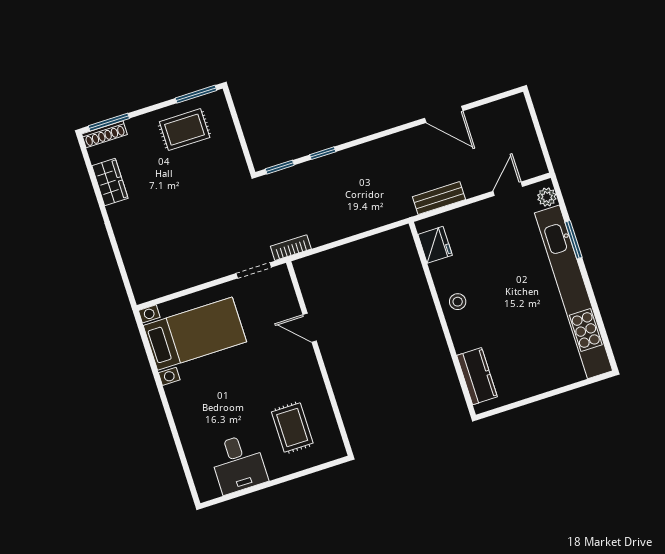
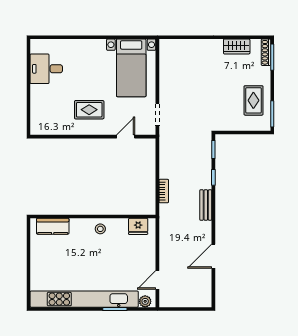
door: (508, 189) -> (157, 280), swing flipped
bench: (439, 198) -> (206, 205), moved
bookcase: (291, 248) -> (164, 191), moved
door: (310, 328) -> (126, 137), moved
rug: (292, 428) -> (89, 110), moved

